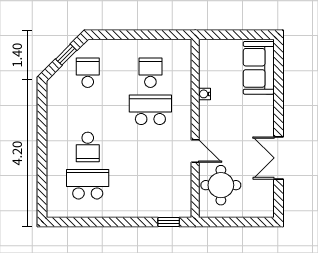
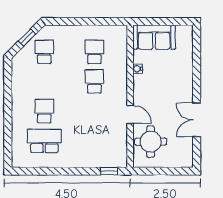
sofa: (259, 68) -> (154, 37), moved, turned -90
school desk: (150, 110) -> (94, 81), width x0.54
school desk: (88, 147) -> (44, 111), turned 180

